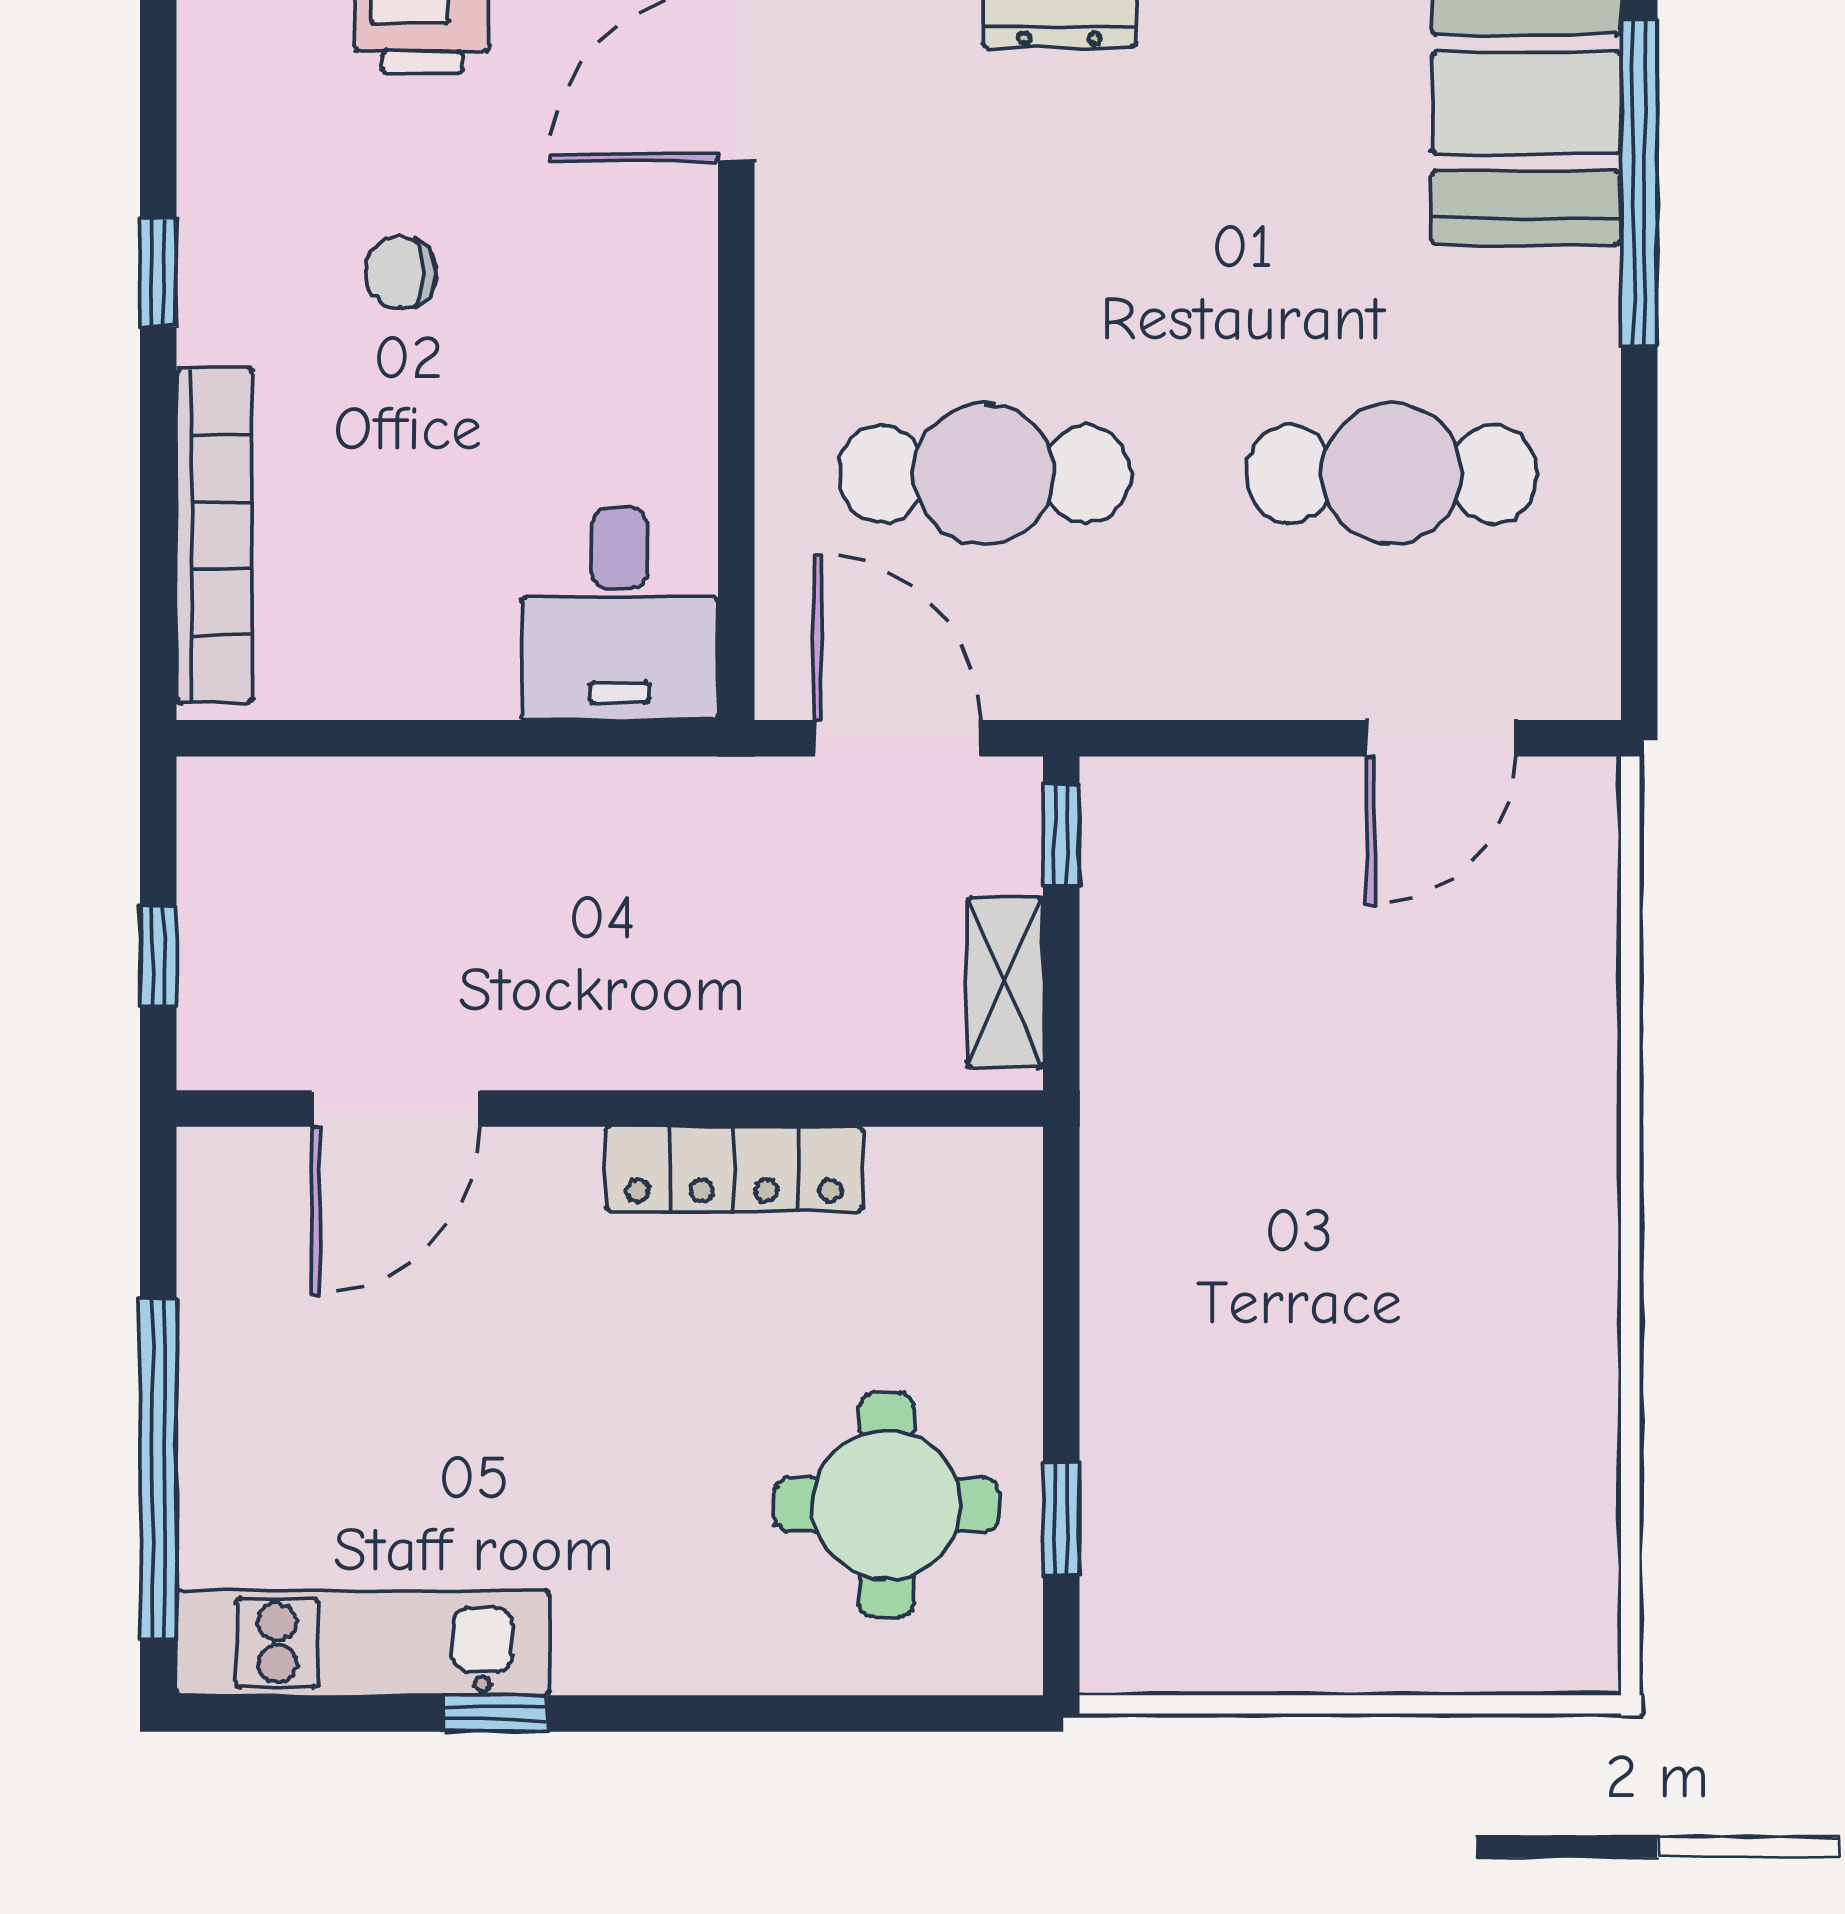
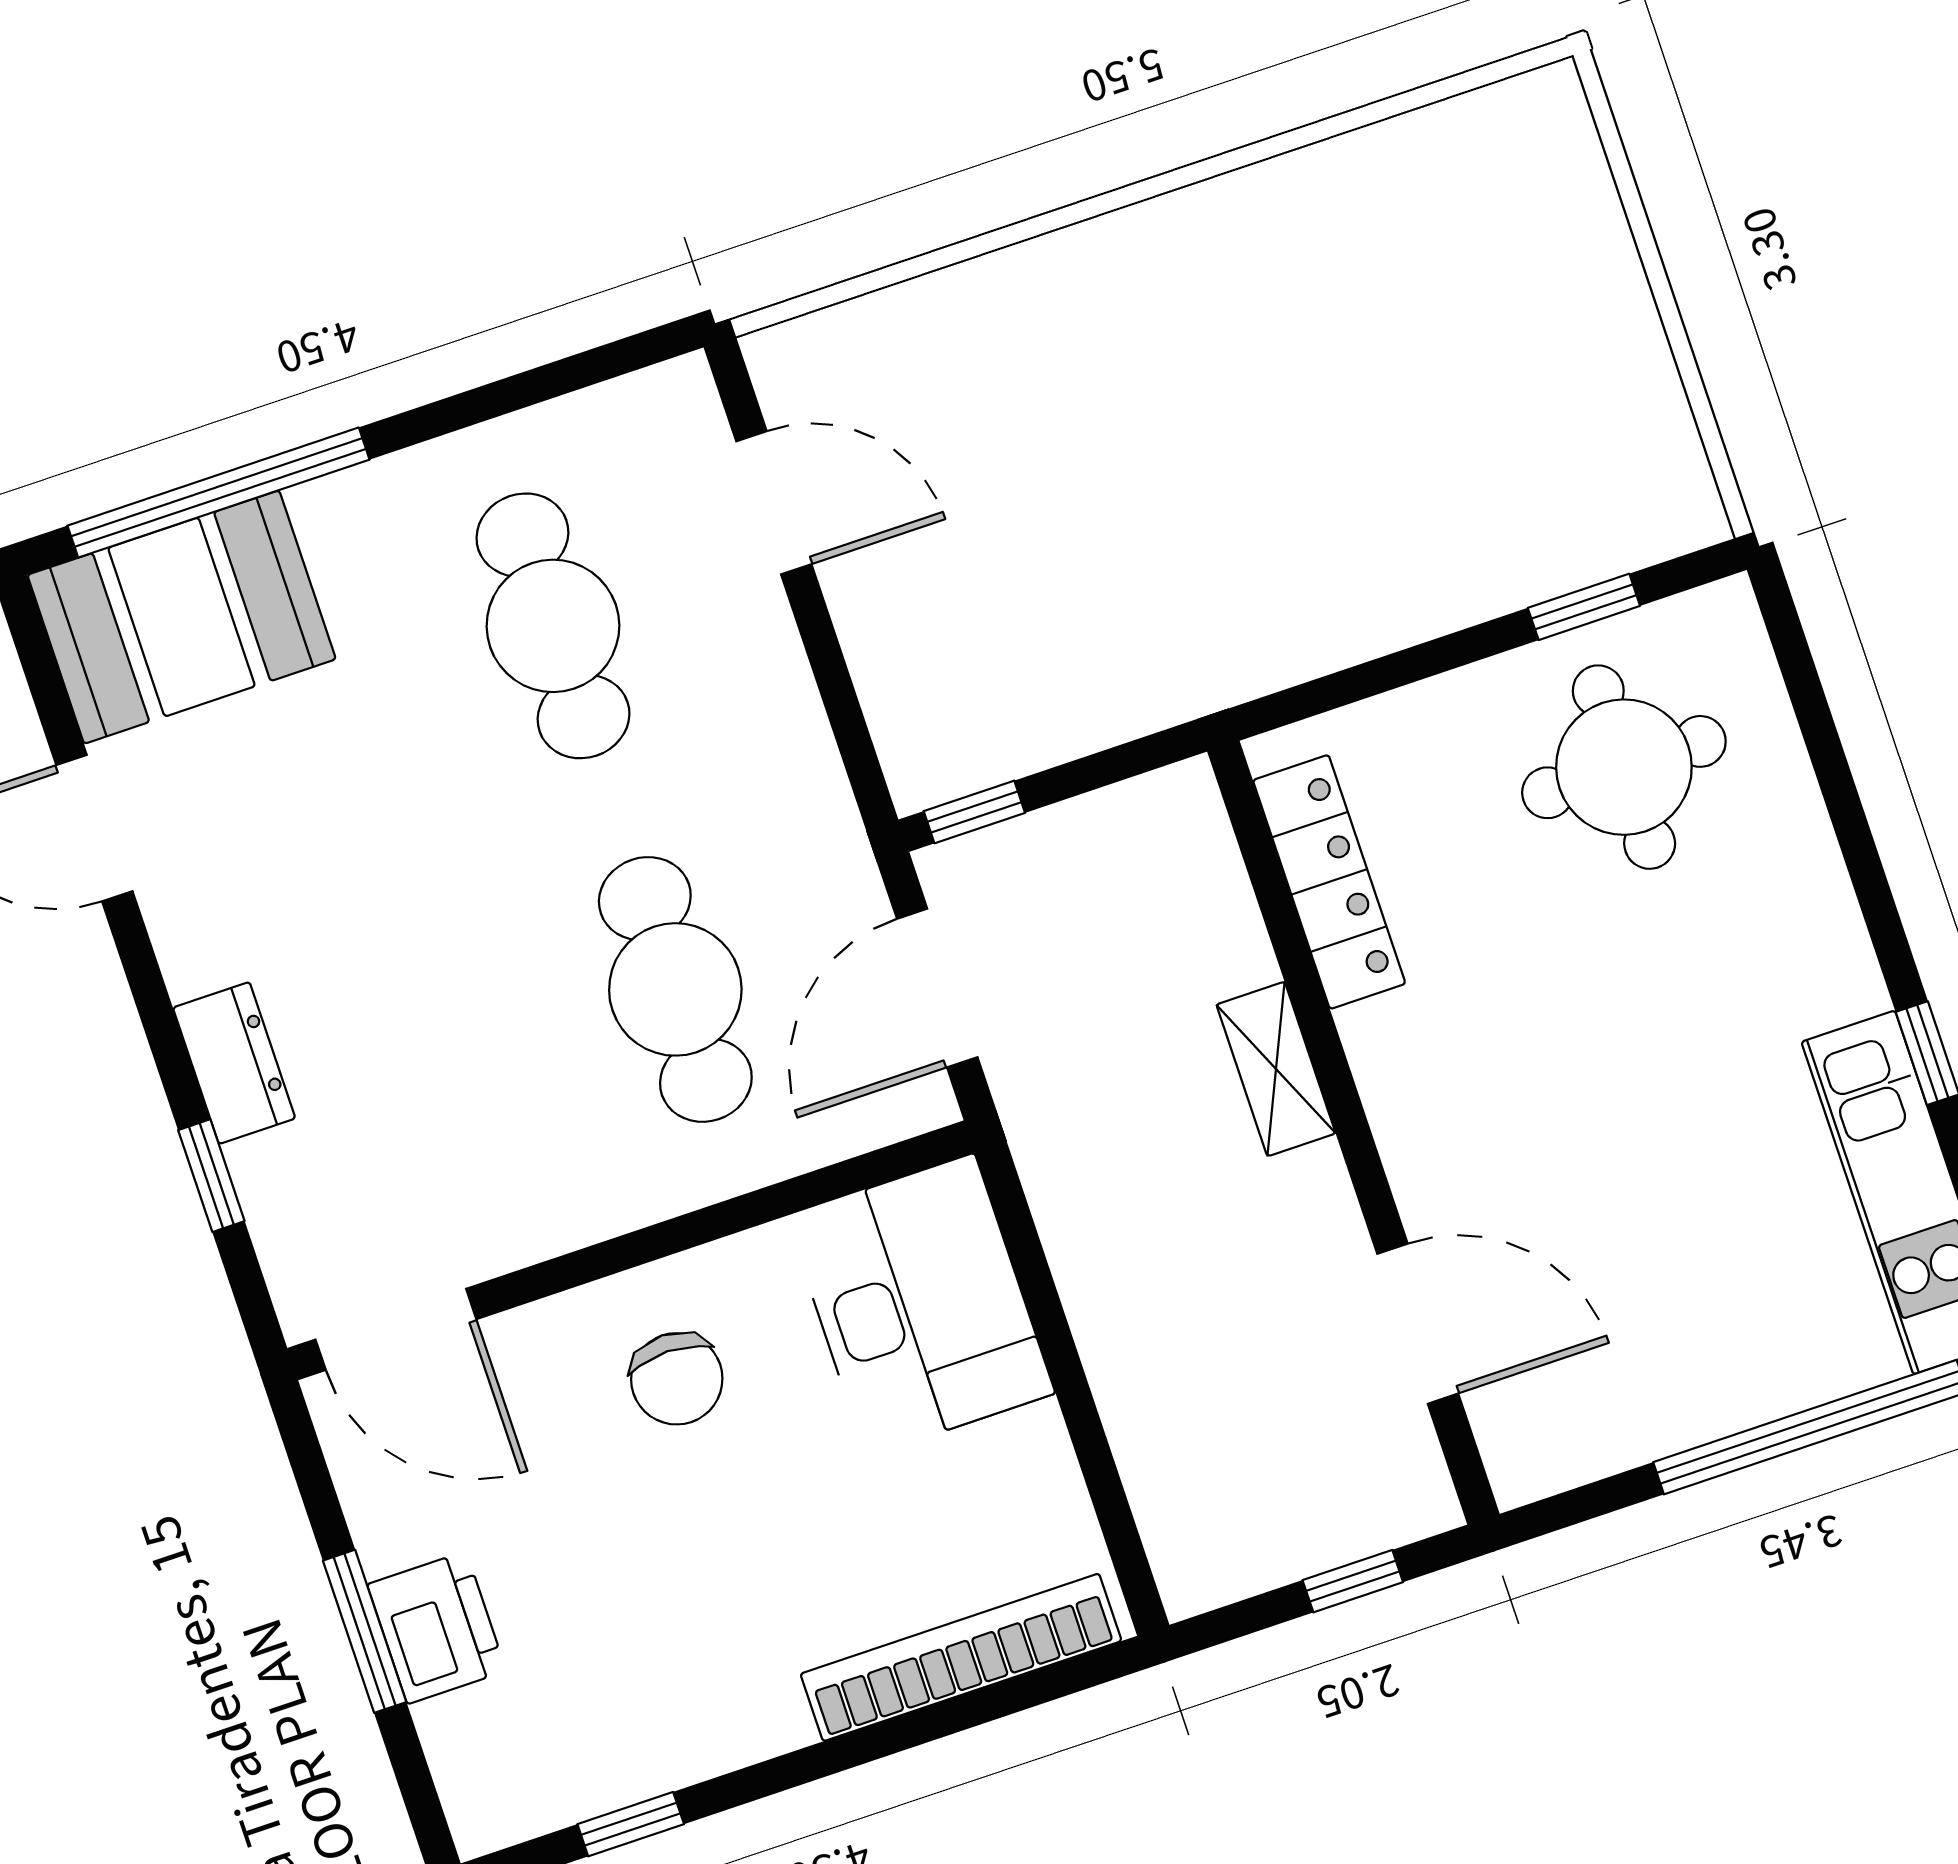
window: (158, 272) -> (631, 1824), moved
chair: (401, 273) -> (677, 1379), moved, width x1.37, depth x1.37
desk: (620, 614) -> (920, 1305), width x1.37
shelving: (1005, 983) -> (1276, 1069), moved, turned 90
locker: (734, 1169) -> (1329, 882), moved

